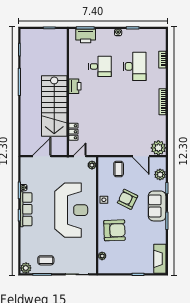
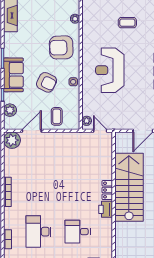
locker: (73, 132) -> (107, 190), moved
door: (80, 156) -> (100, 131), swing flipped
door: (141, 156) -> (32, 131), hinge flipped
reception desk: (71, 210) -> (110, 70), width x0.74, depth x0.77
coffee table: (46, 260) -> (127, 23), moved

